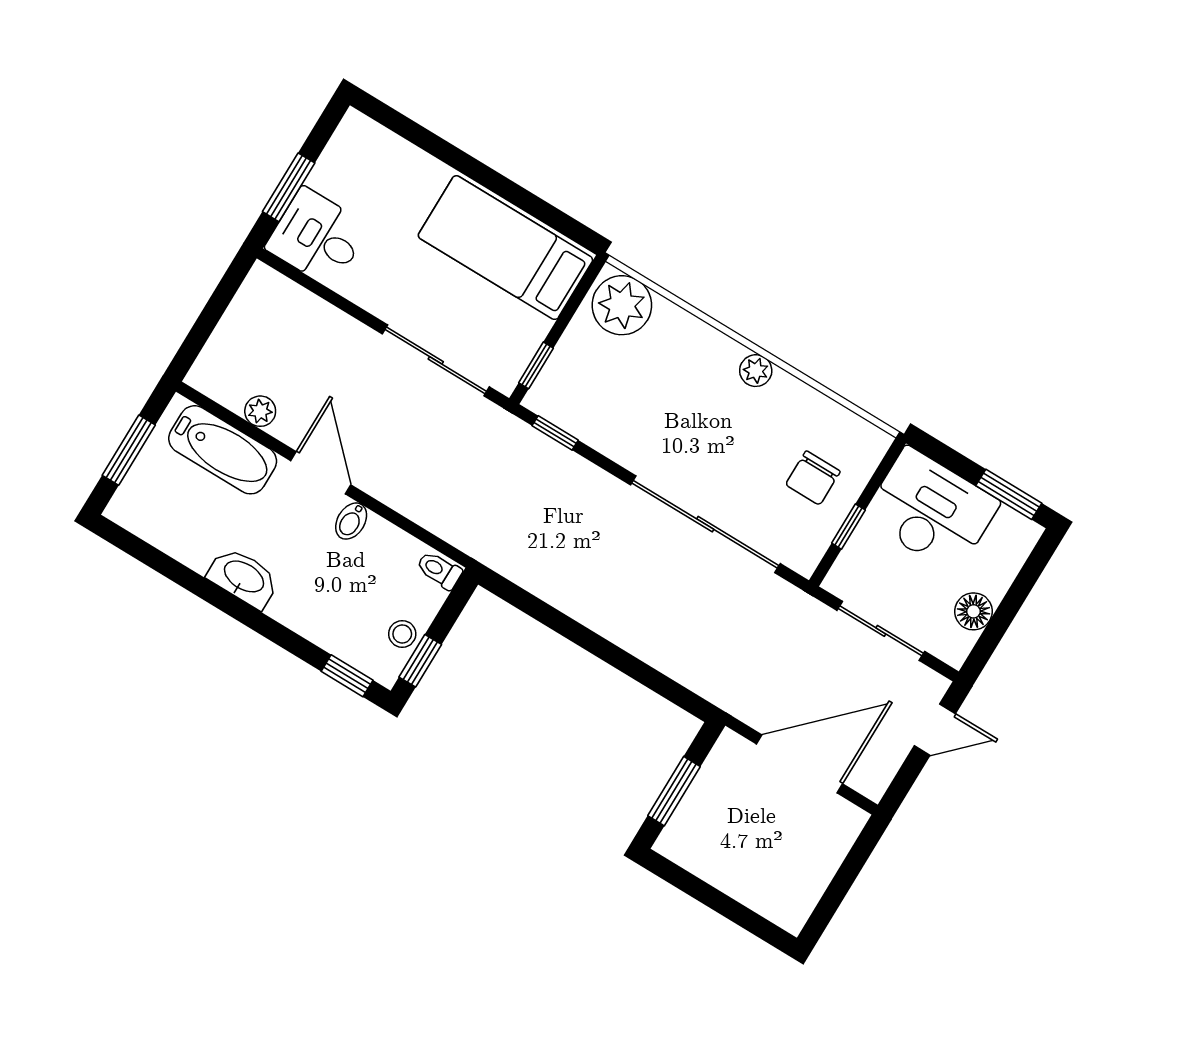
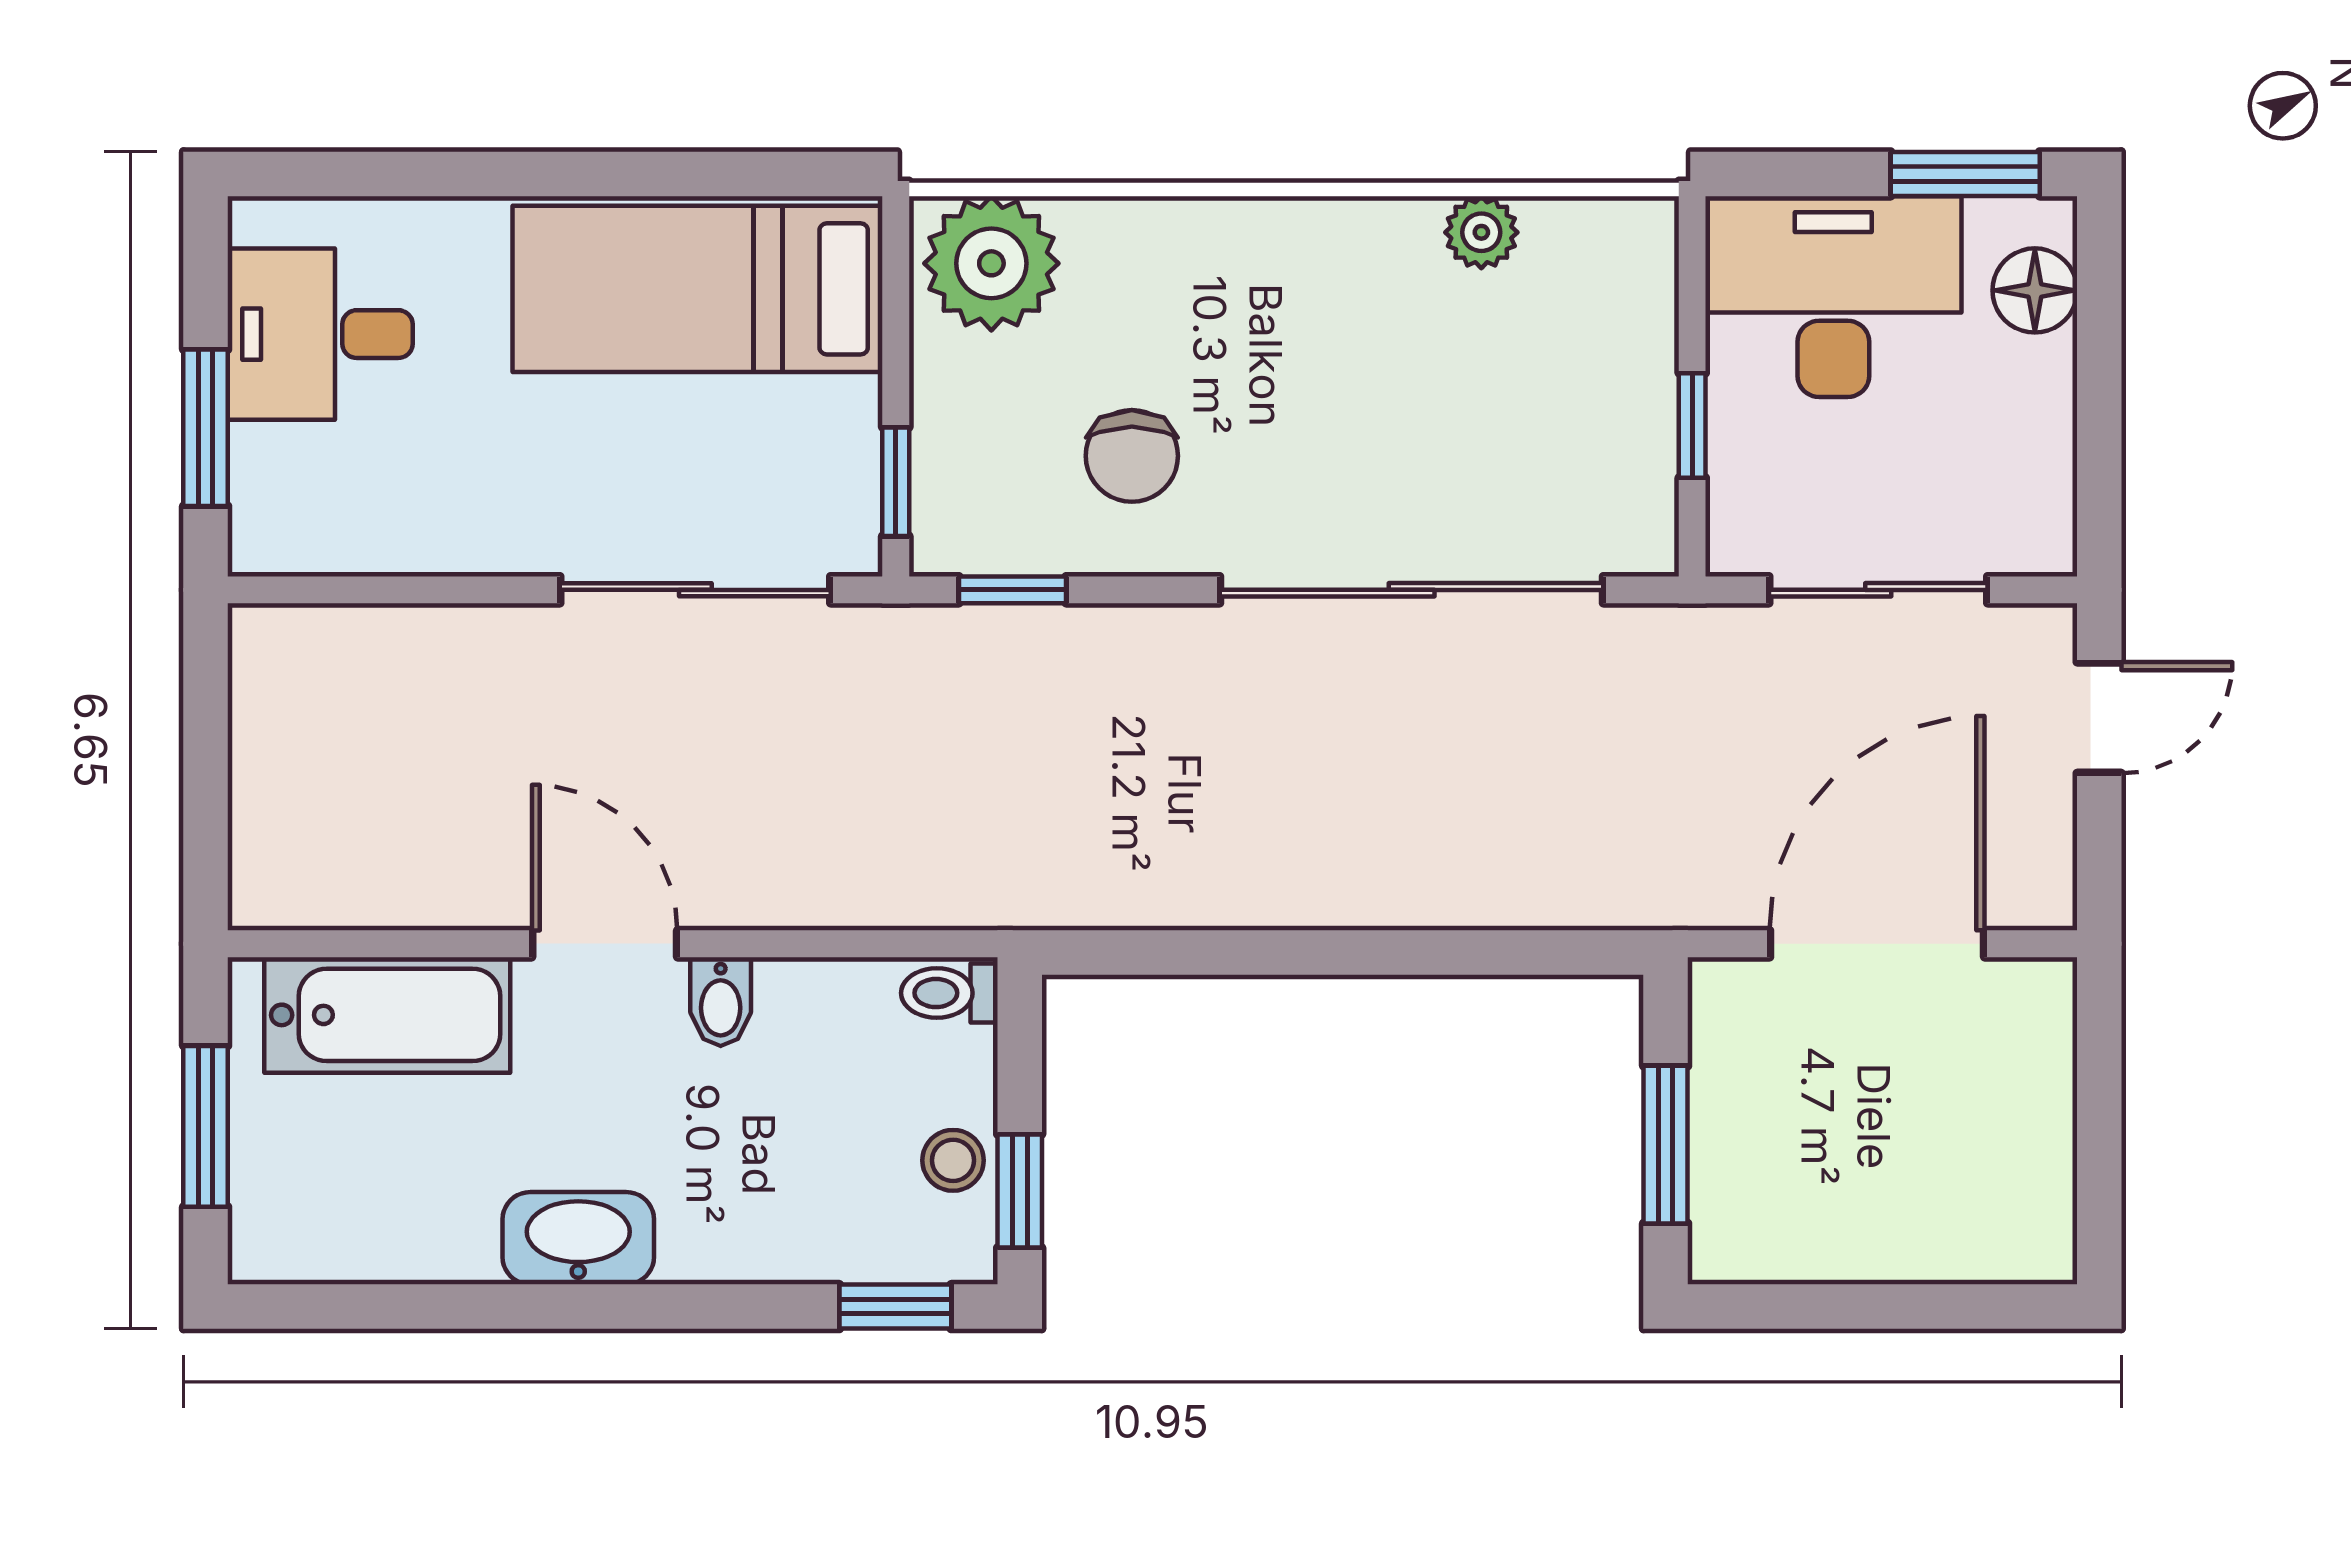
desk: (317, 237) -> (320, 334), moved
plant: (756, 371) -> (1481, 232), moved
plant: (260, 411) -> (415, 896), removed
chair: (813, 478) -> (1132, 456), moved
floor lamp: (973, 611) -> (2035, 290), moved

